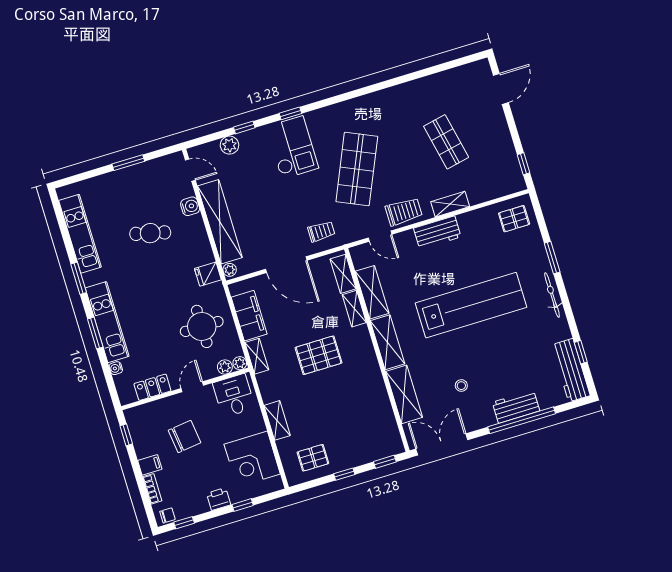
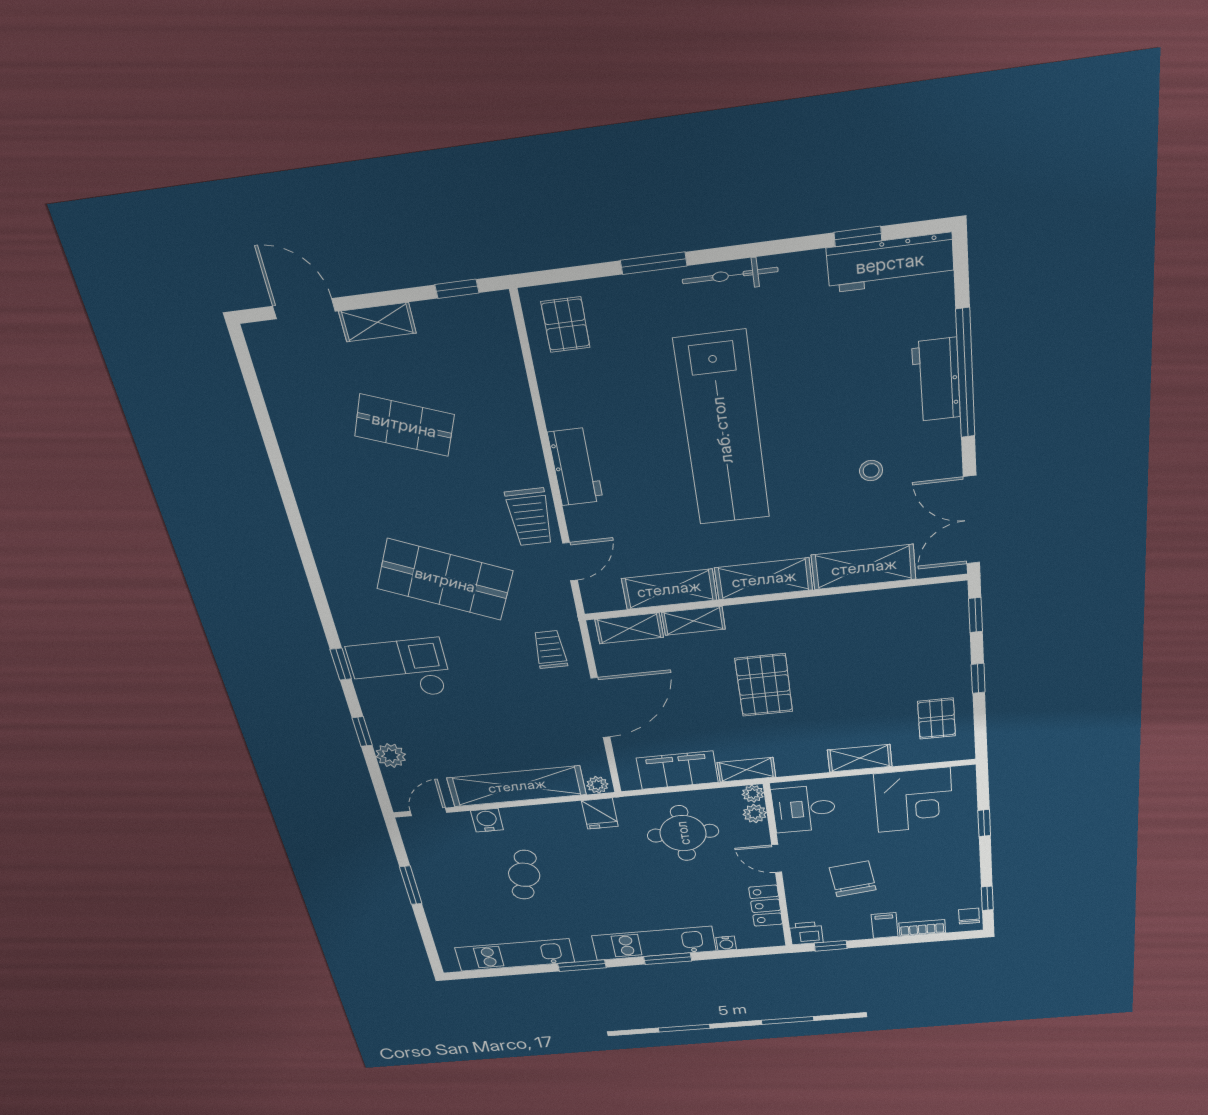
shop shelf: (446, 142) -> (404, 425), turned 33
shelving: (450, 204) -> (377, 322), moved, turned 90
trolley: (404, 212) -> (530, 517), turned 180
lab bench: (471, 305) -> (722, 430), turned 180
printer: (219, 499) -> (806, 933), moved, turned 90

